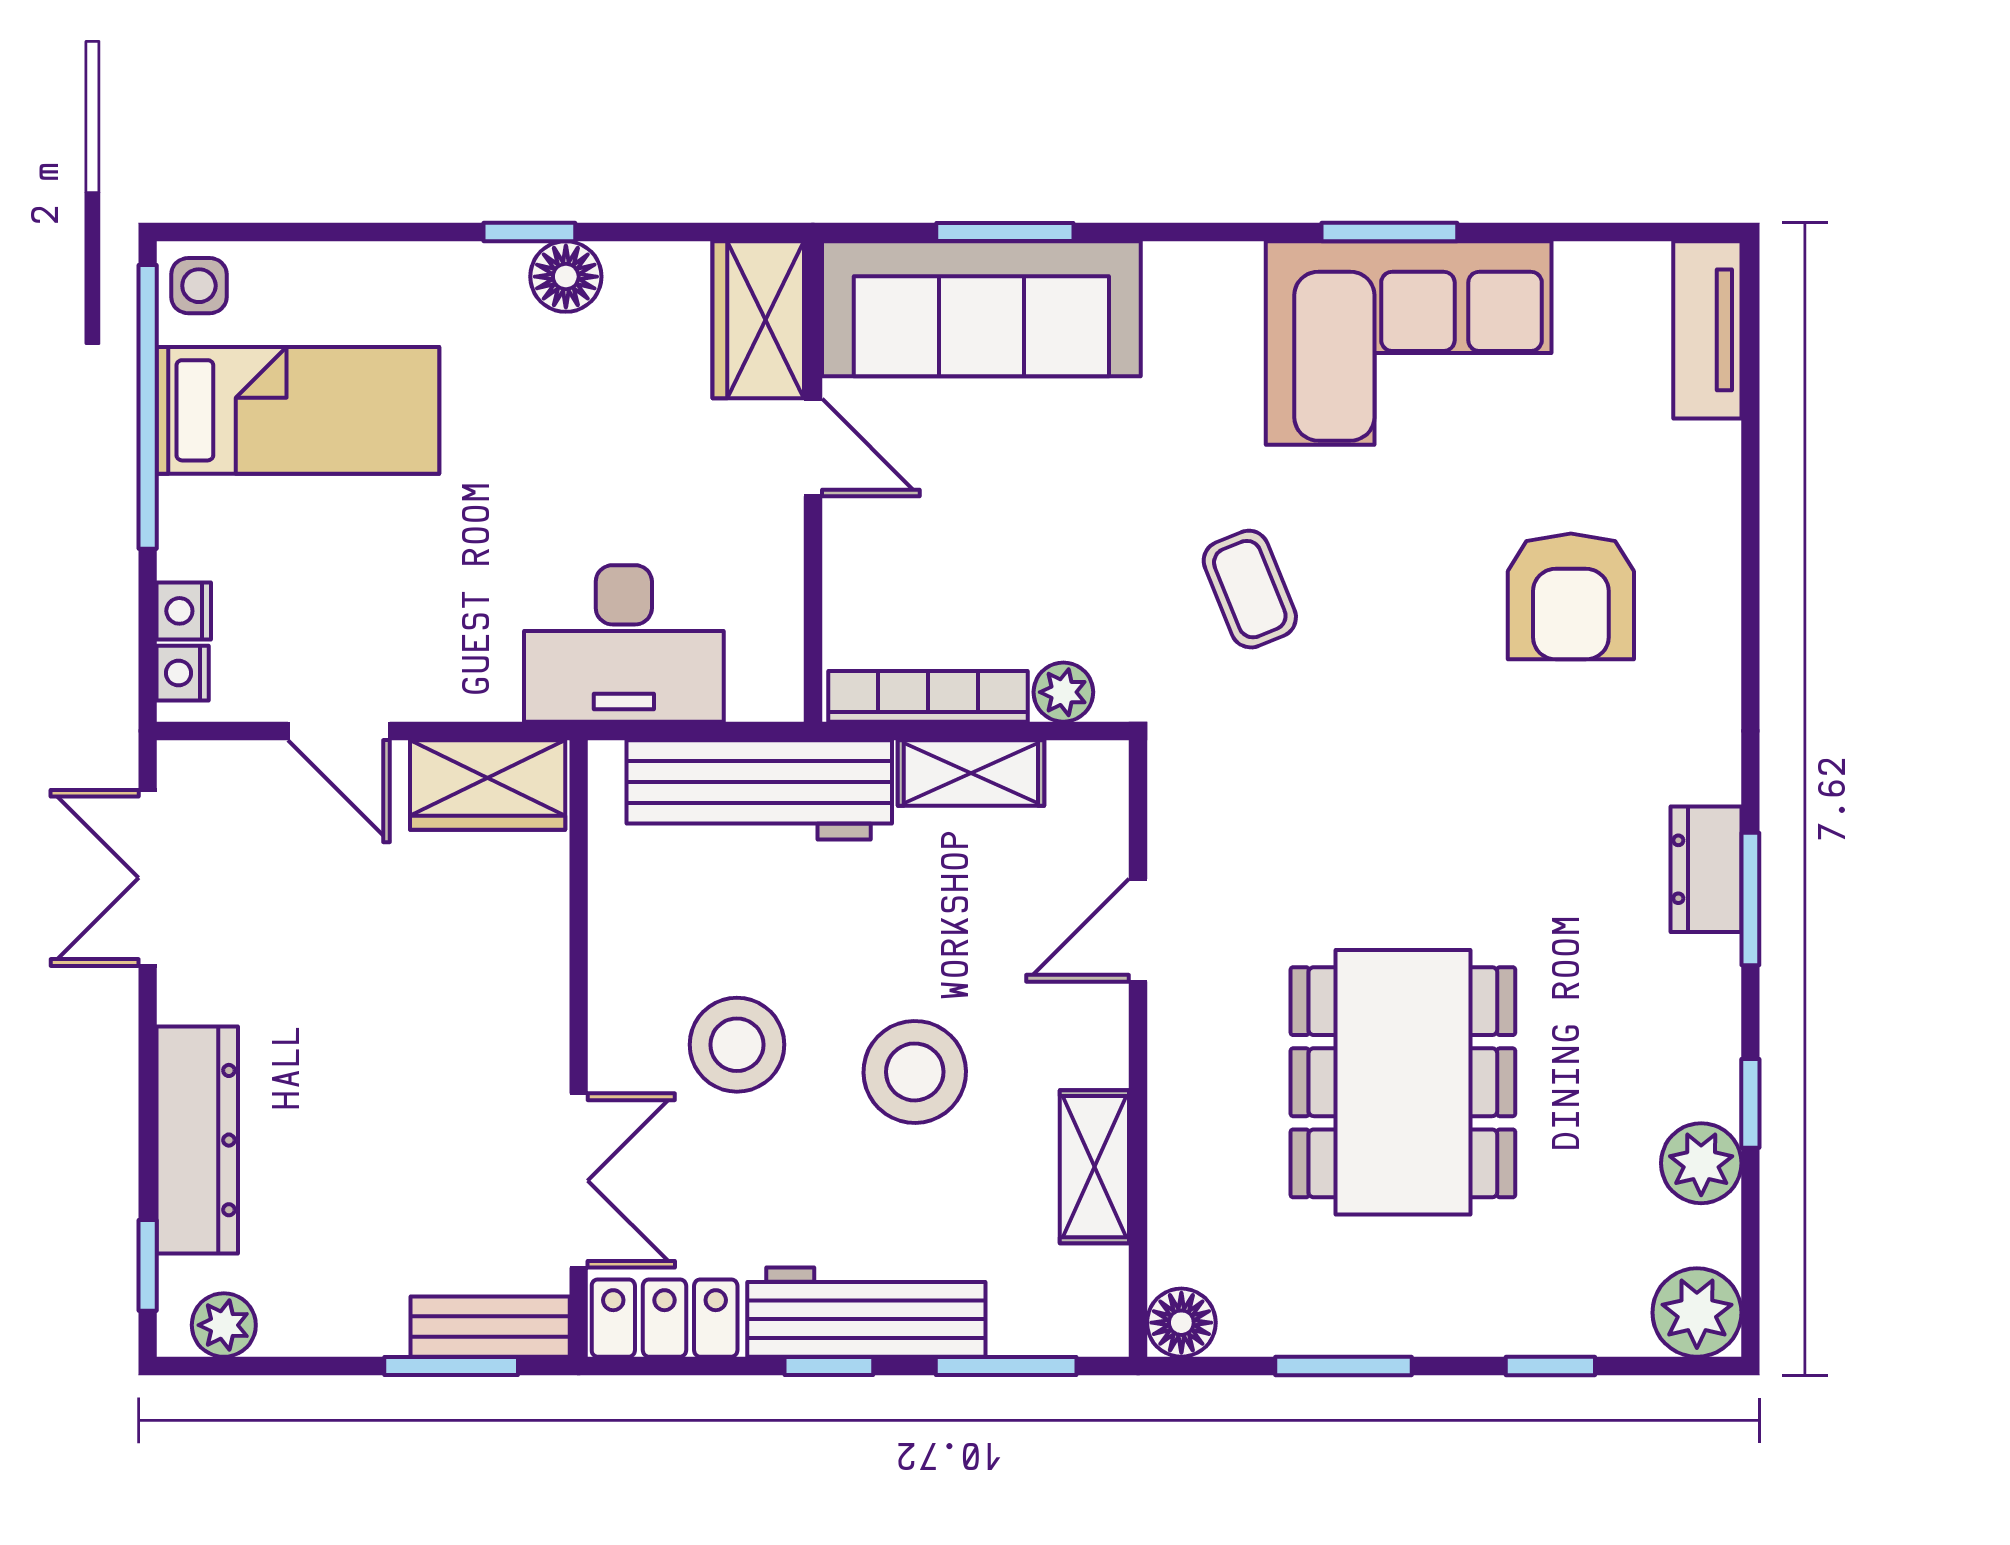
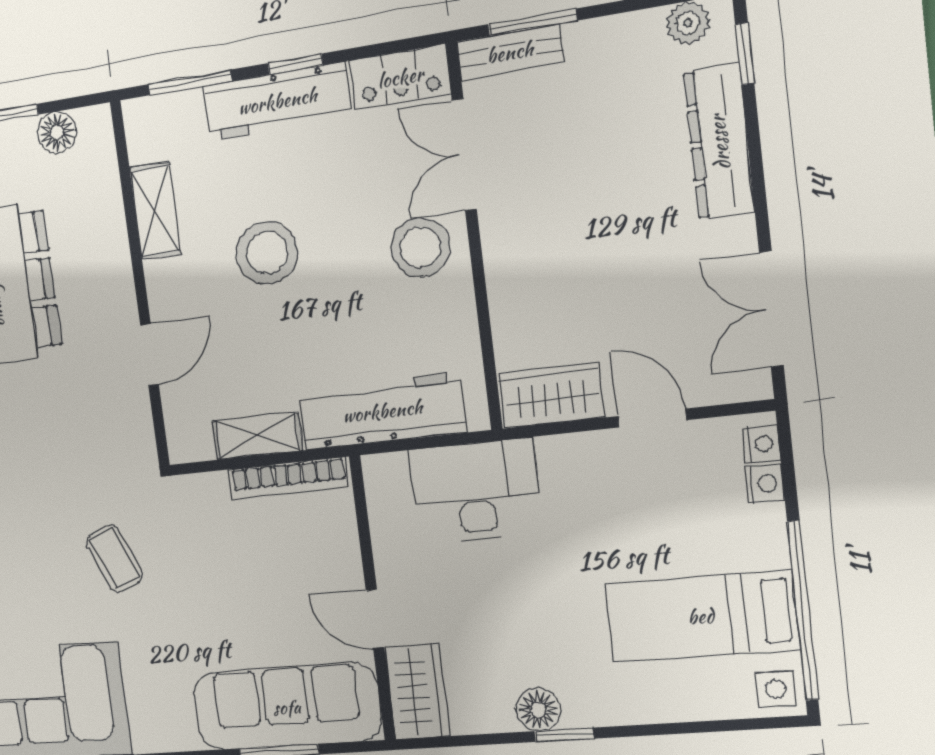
plant: (1063, 692) -> (211, 489), removed
double door: (148, 878) -> (771, 309), swing flipped
stool: (737, 1045) -> (420, 247), moved
floor lamp: (1181, 1323) -> (57, 132), moved

